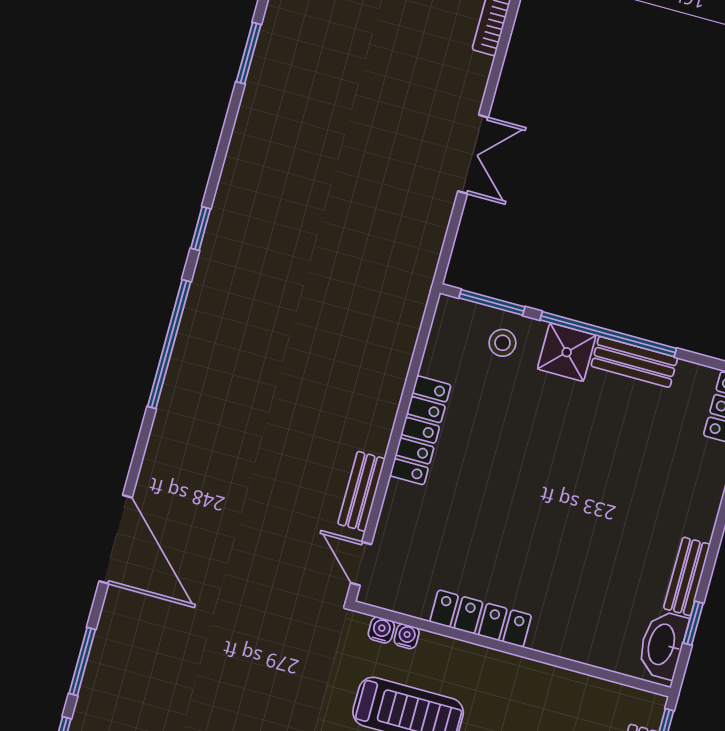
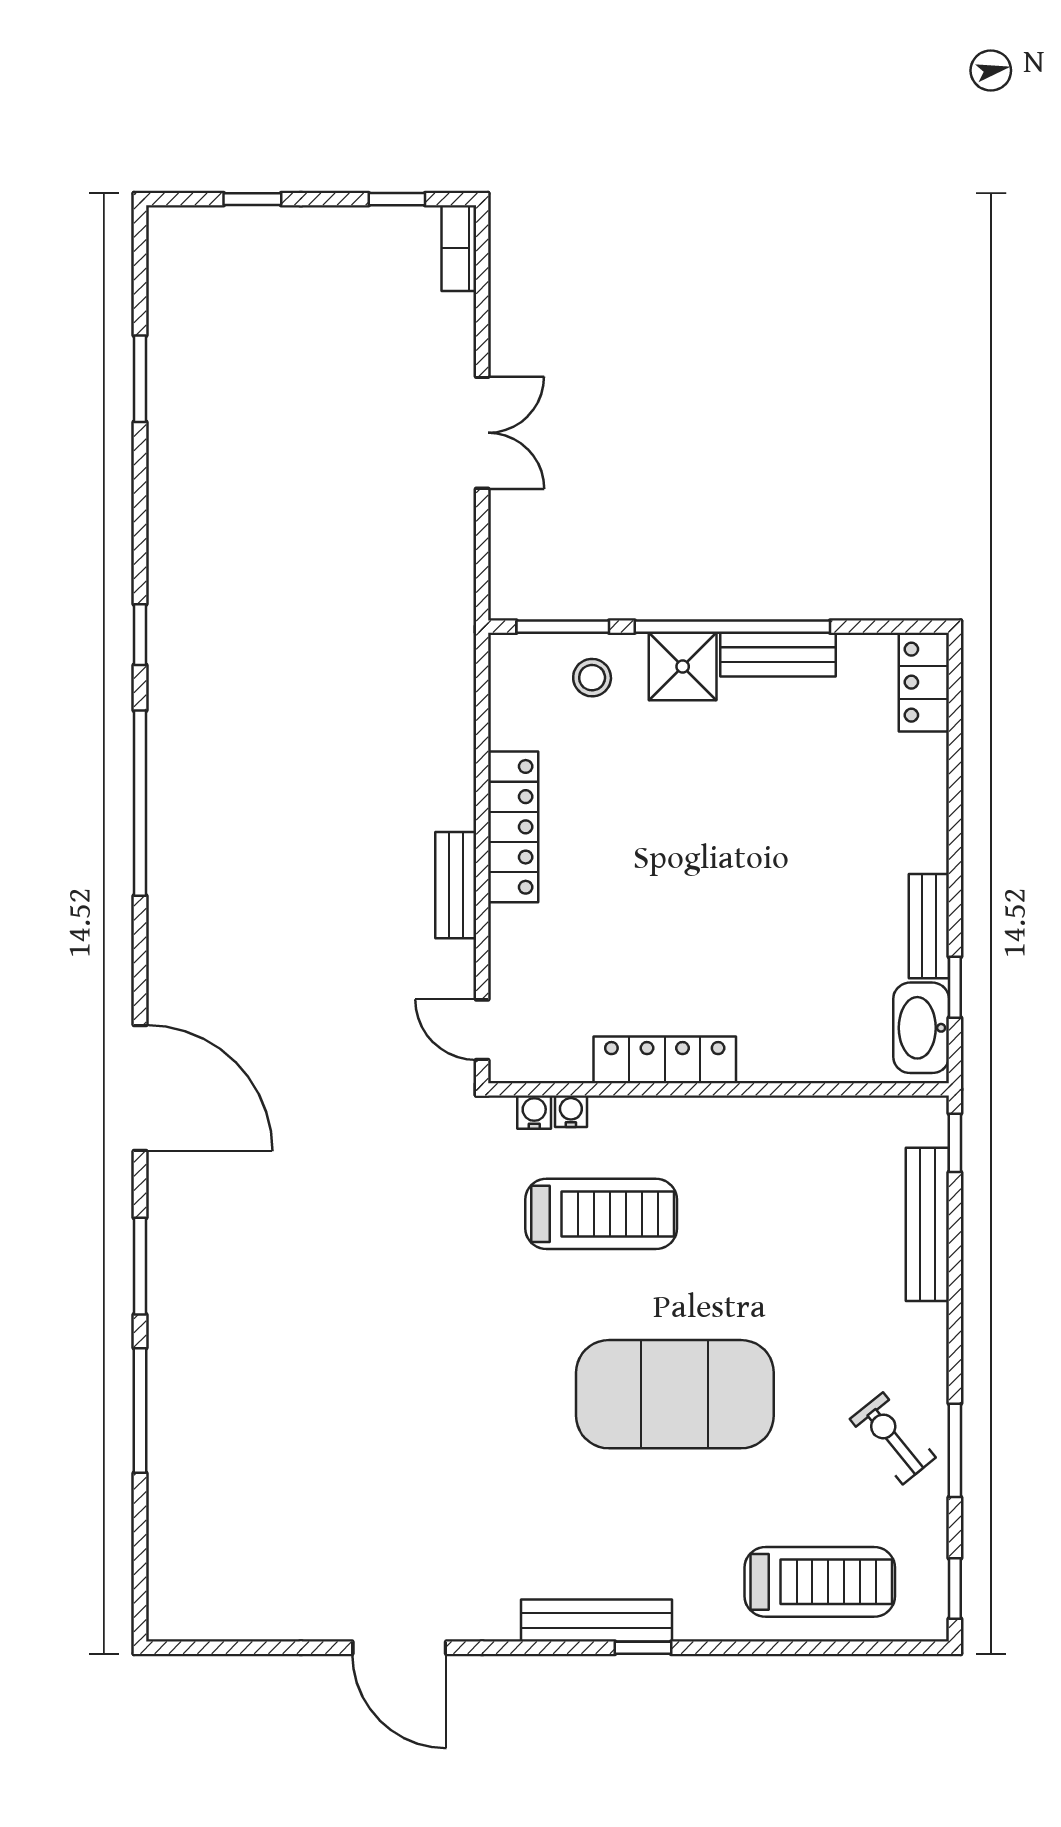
bench: (361, 491) -> (456, 885), moved

